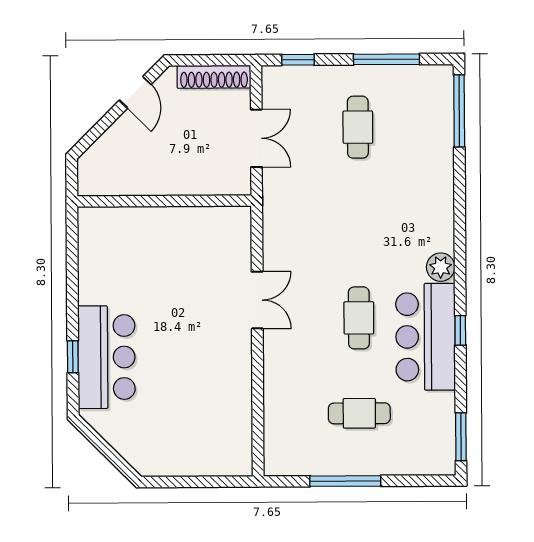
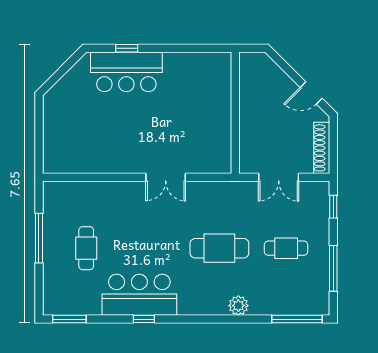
plant: (441, 267) -> (238, 306), moved
cafe table: (359, 318) -> (219, 248), moved, width x1.37, depth x1.35

